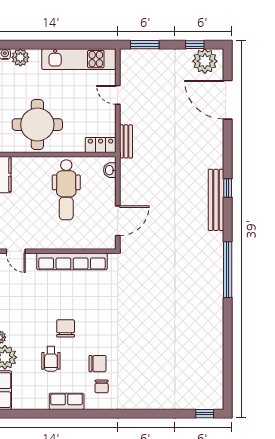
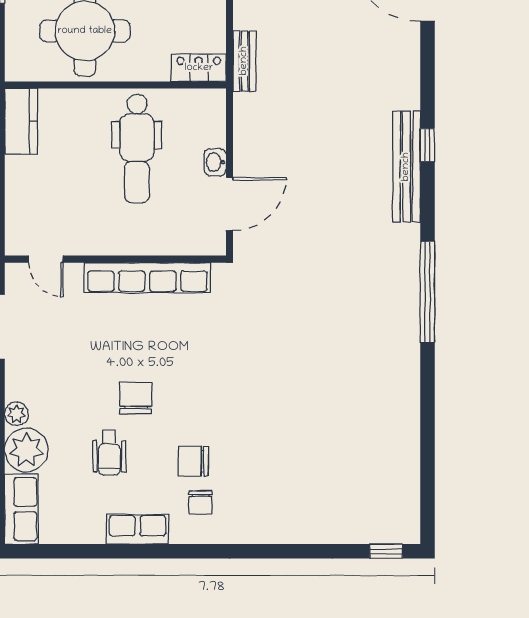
washbasin: (110, 170) -> (215, 162), moved
chair: (98, 364) -> (193, 461), turned 180

